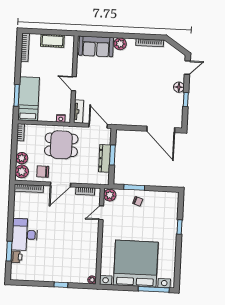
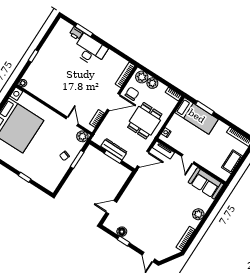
sofa: (96, 46) -> (206, 183), moved, turned -90
door: (74, 84) -> (188, 159), swing flipped
floor lamp: (179, 87) -> (122, 232), moved
door: (161, 129) -> (111, 207), width x0.53
door: (60, 184) -> (114, 102), swing flipped

